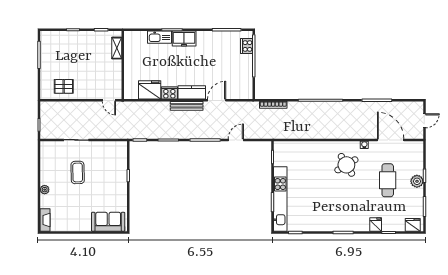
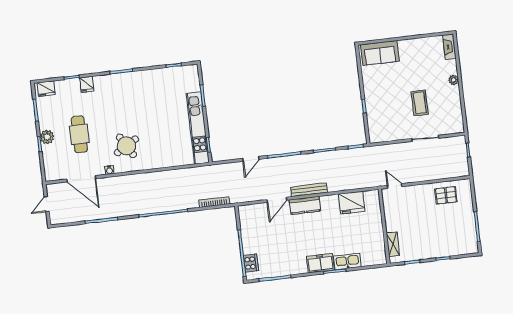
cooker: (169, 93) -> (329, 202), removed
kitchen unit: (280, 199) -> (198, 128), moved

